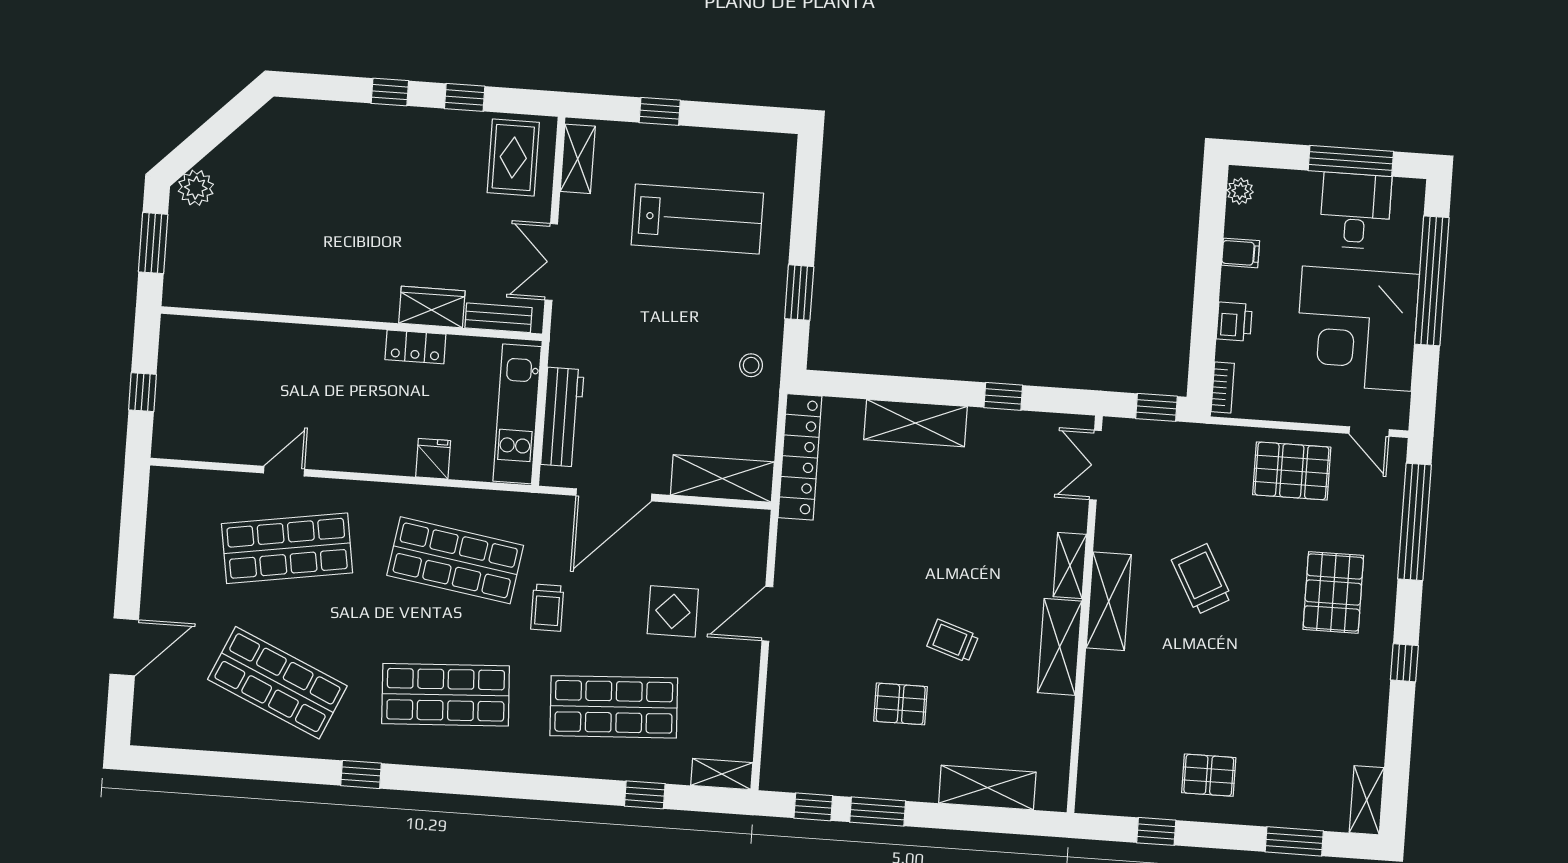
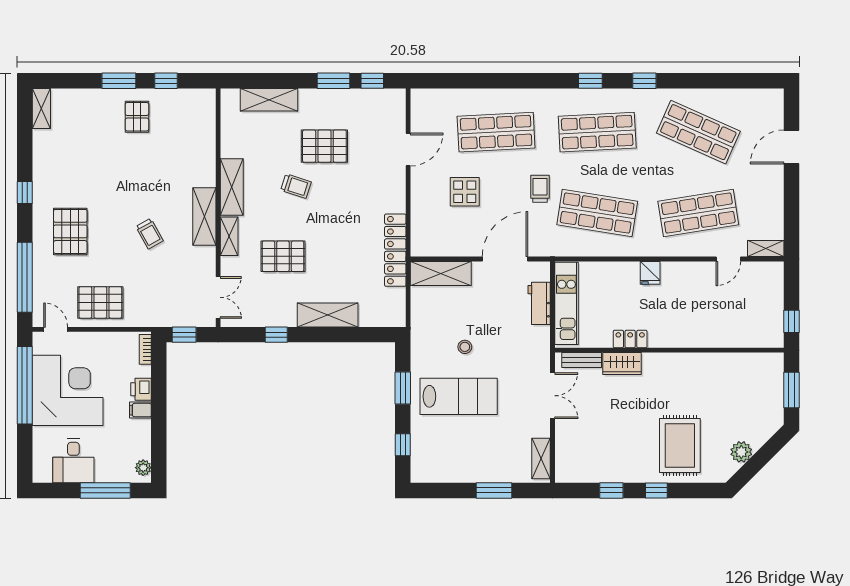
window: (660, 111) -> (494, 490), width x1.50
rug: (513, 157) -> (680, 445), moved, width x1.36, depth x1.43
window: (1351, 161) -> (105, 490), moved
plant: (196, 188) -> (741, 452), moved
window: (806, 198) -> (403, 445), added
lab bench: (697, 219) -> (459, 396), moved, turned 180
filing cabinet: (1240, 253) -> (140, 410), moved
window: (1432, 281) -> (25, 385), moved
stool: (751, 365) -> (465, 347), moved
window: (143, 392) -> (792, 321), moved
workbench: (562, 417) -> (539, 303), width x0.73
locker: (800, 457) -> (395, 250), moved
fridge: (433, 459) -> (650, 273), moved
door: (284, 471) -> (728, 259), moved
pallet: (983, 526) -> (283, 256), added
trolley: (1202, 579) -> (150, 234), width x0.73, depth x0.72
door: (767, 614) -> (408, 150), moved
pallet: (901, 704) -> (324, 146), width x1.50, depth x1.42
shelving: (722, 774) -> (766, 249), moved
pallet: (1209, 775) -> (137, 117), turned 90
window: (645, 795) -> (590, 81), moved
window: (1294, 841) -> (119, 81), moved

